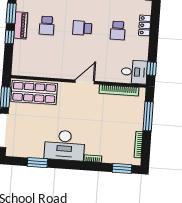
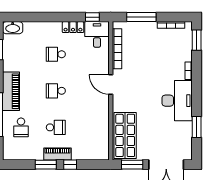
locker: (145, 25) -> (73, 27), moved
school desk: (82, 28) -> (56, 91), turned 90
school desk: (118, 30) -> (56, 54), turned 180

